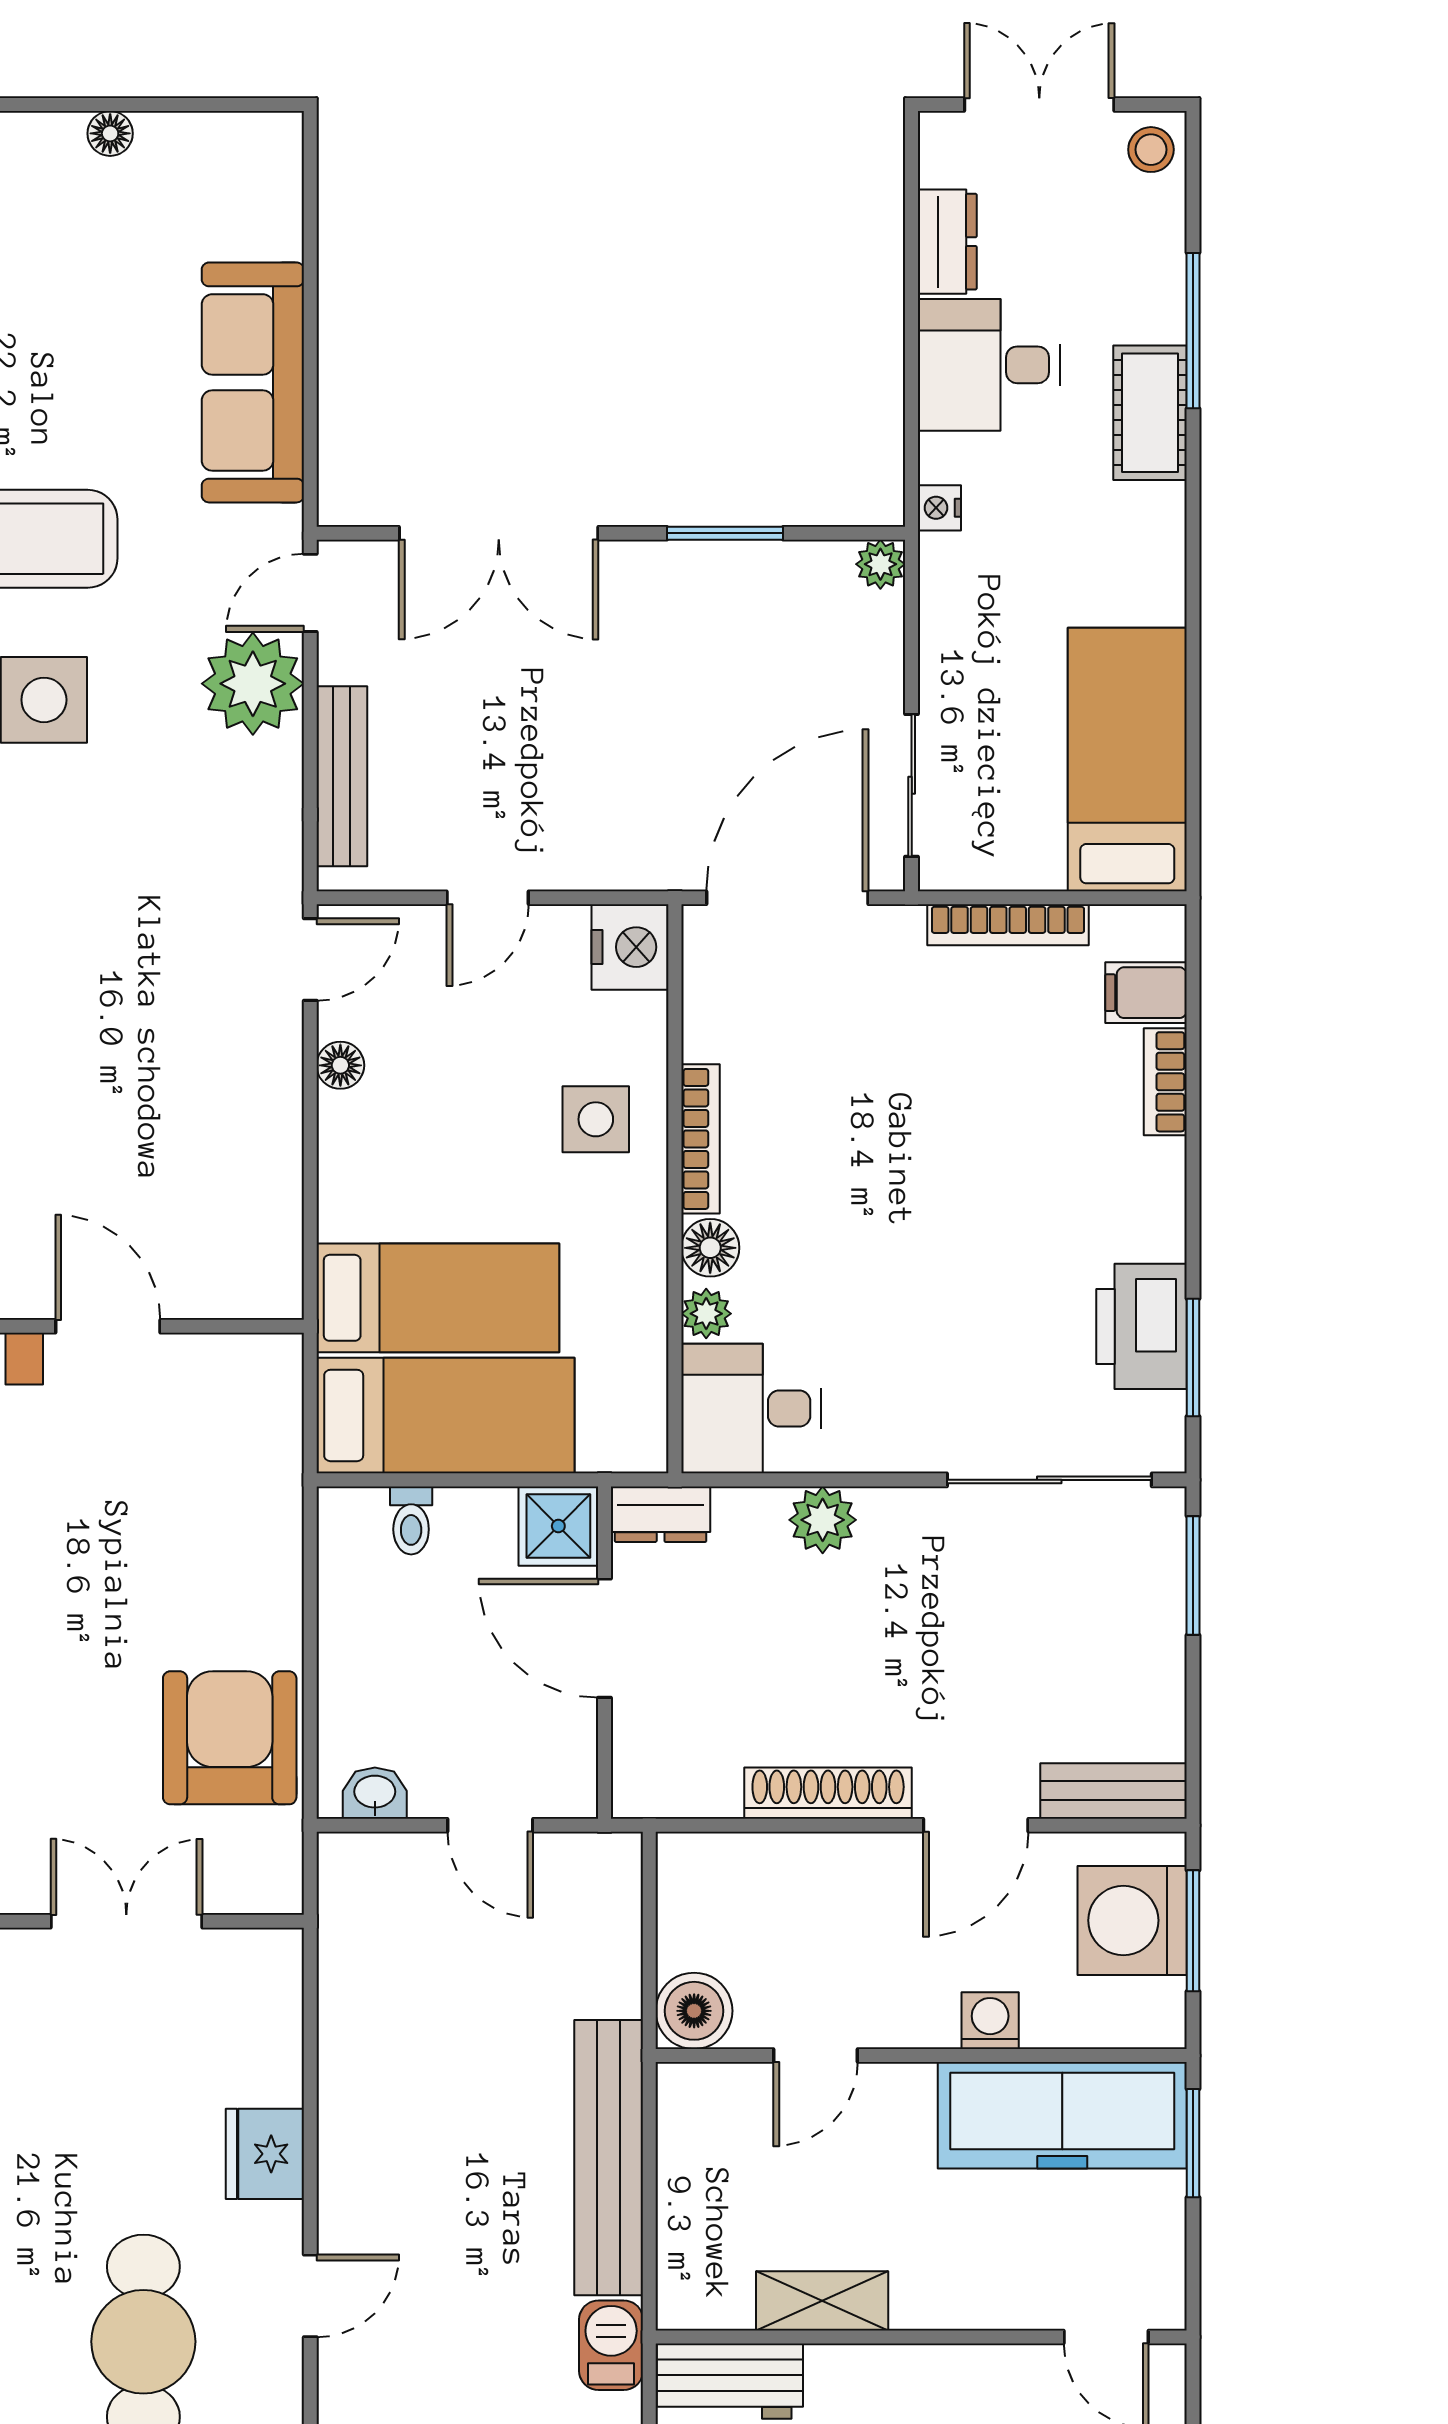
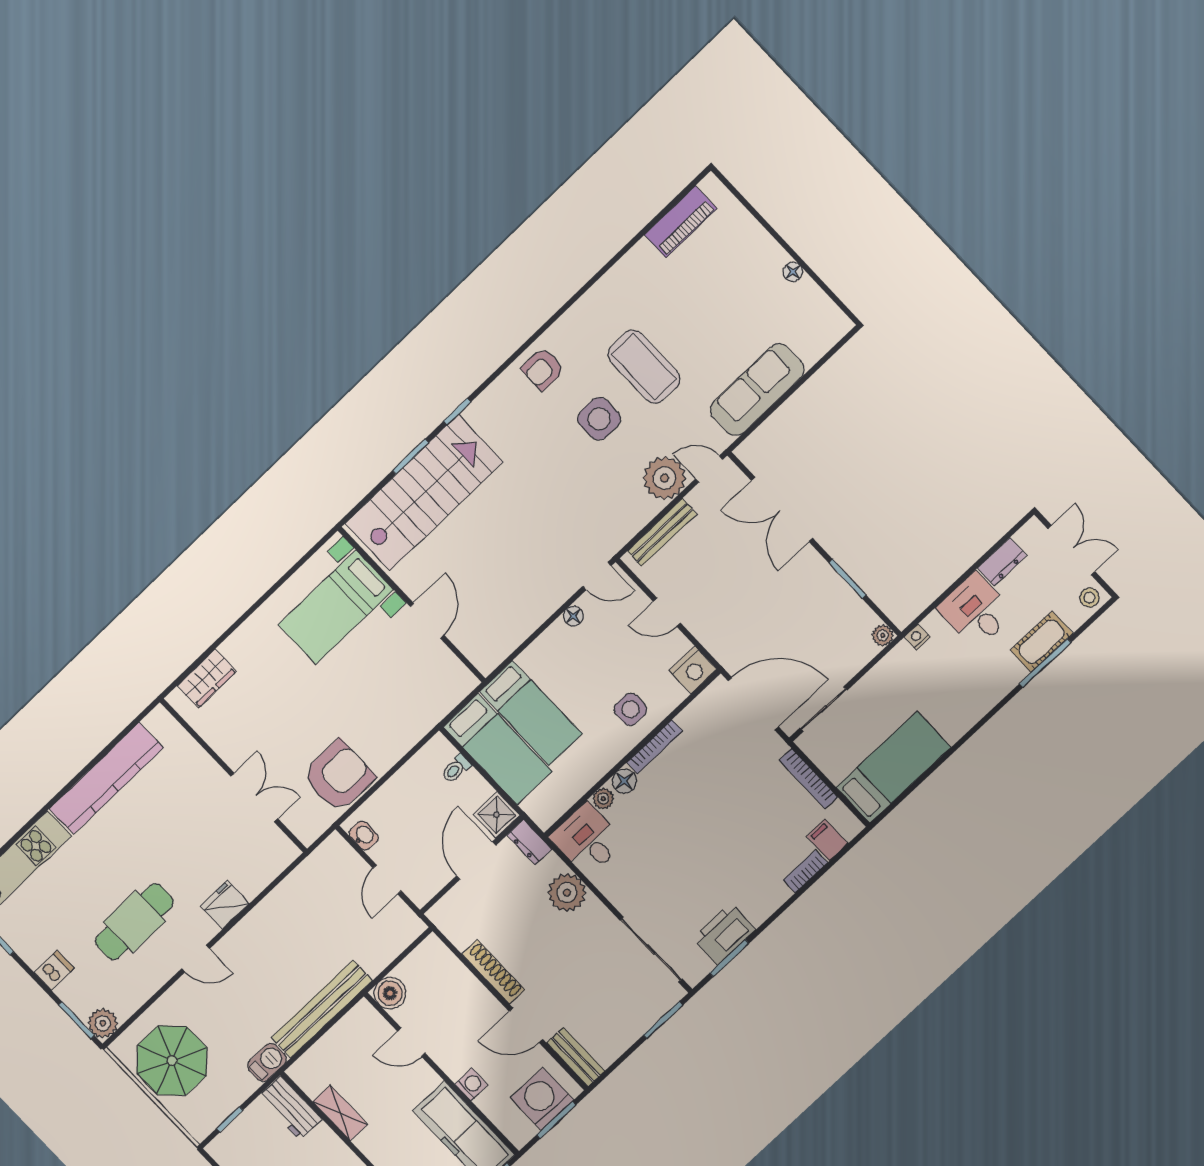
cot: (1150, 413) -> (1042, 642), moved
plant: (823, 1520) -> (567, 893), width x1.36, depth x1.36

